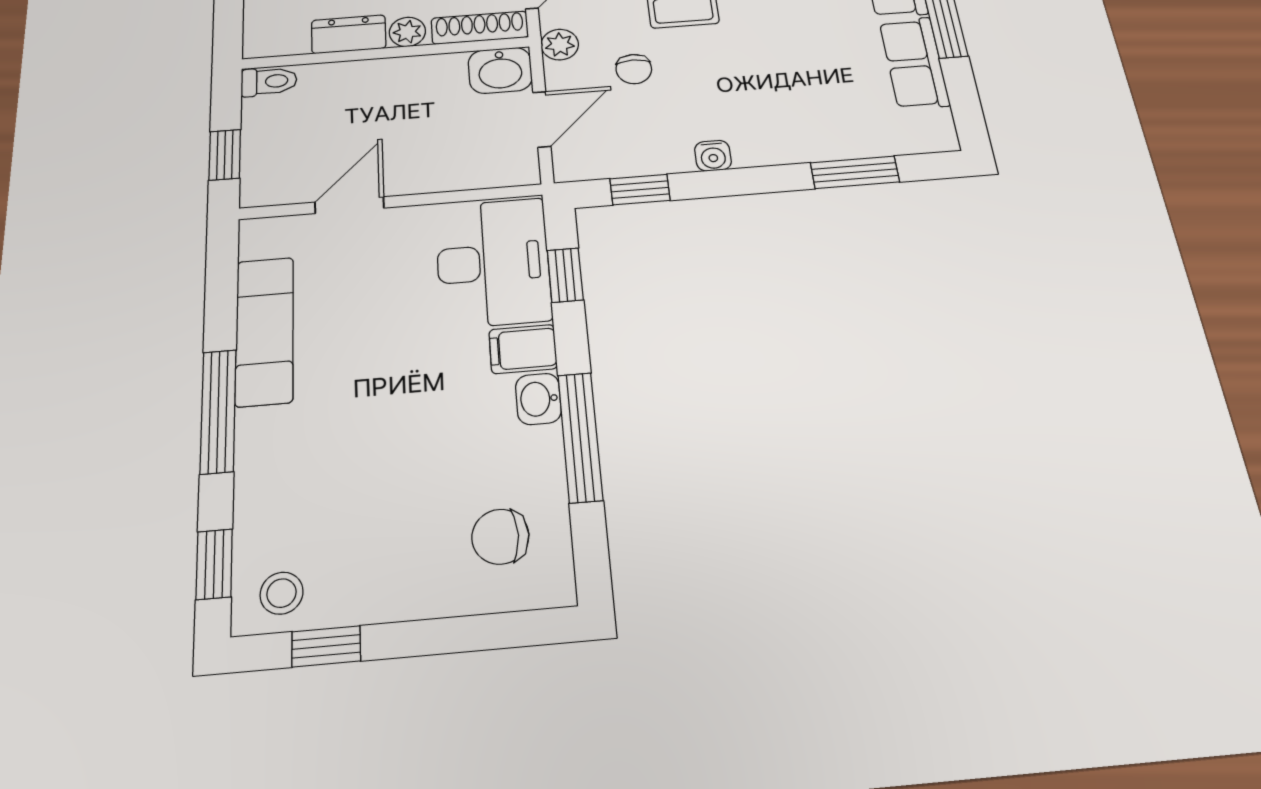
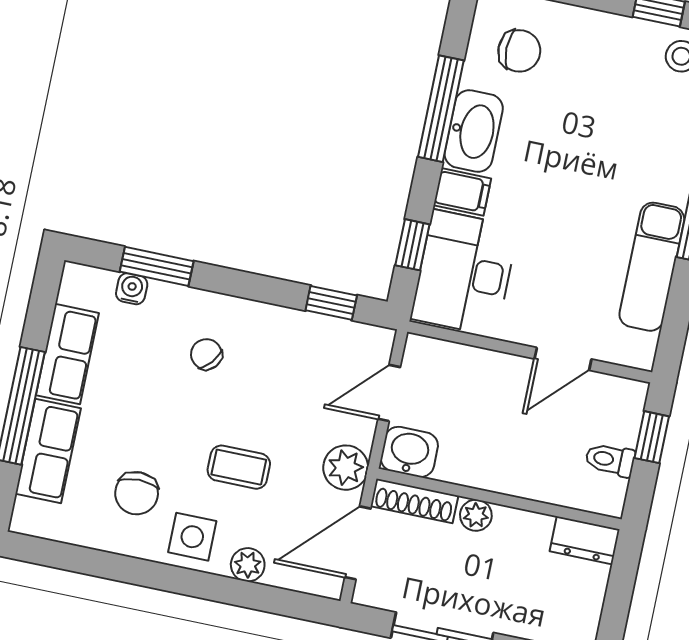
dresser: (349, 34) -> (585, 540), moved
plant: (560, 45) -> (346, 468), width x1.38, depth x1.38
chair: (634, 69) -> (206, 354), moved, turned -50
toilet: (269, 81) -> (610, 460), moved
water cooler: (713, 156) -> (132, 289), moved
washbasin: (538, 399) -> (474, 131), width x1.91, depth x1.45

